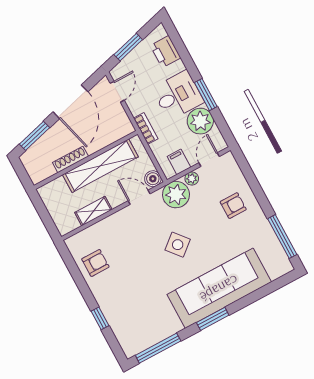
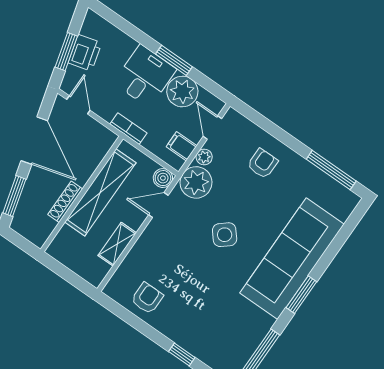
printer: (166, 52) -> (85, 53), moved, turned -105

